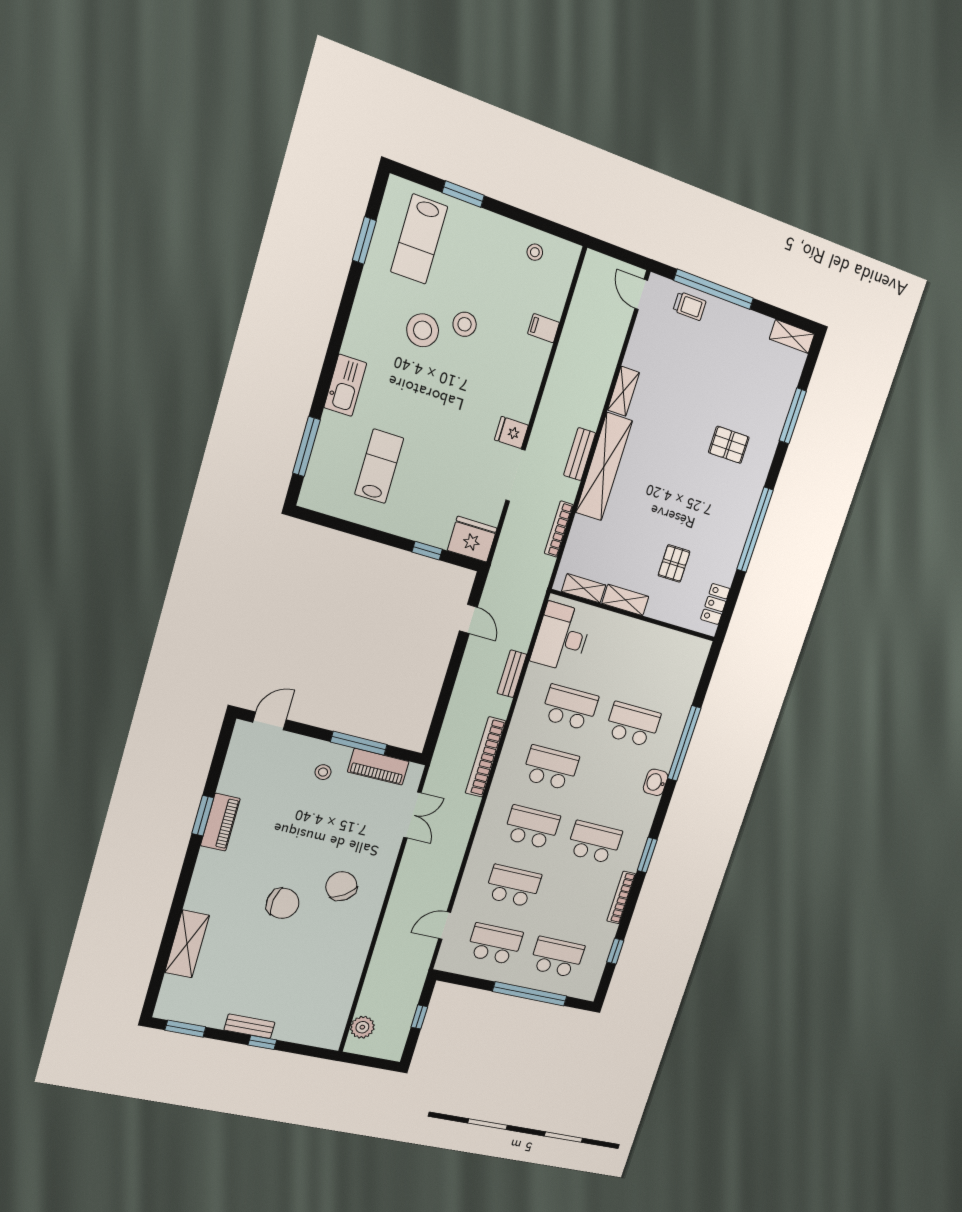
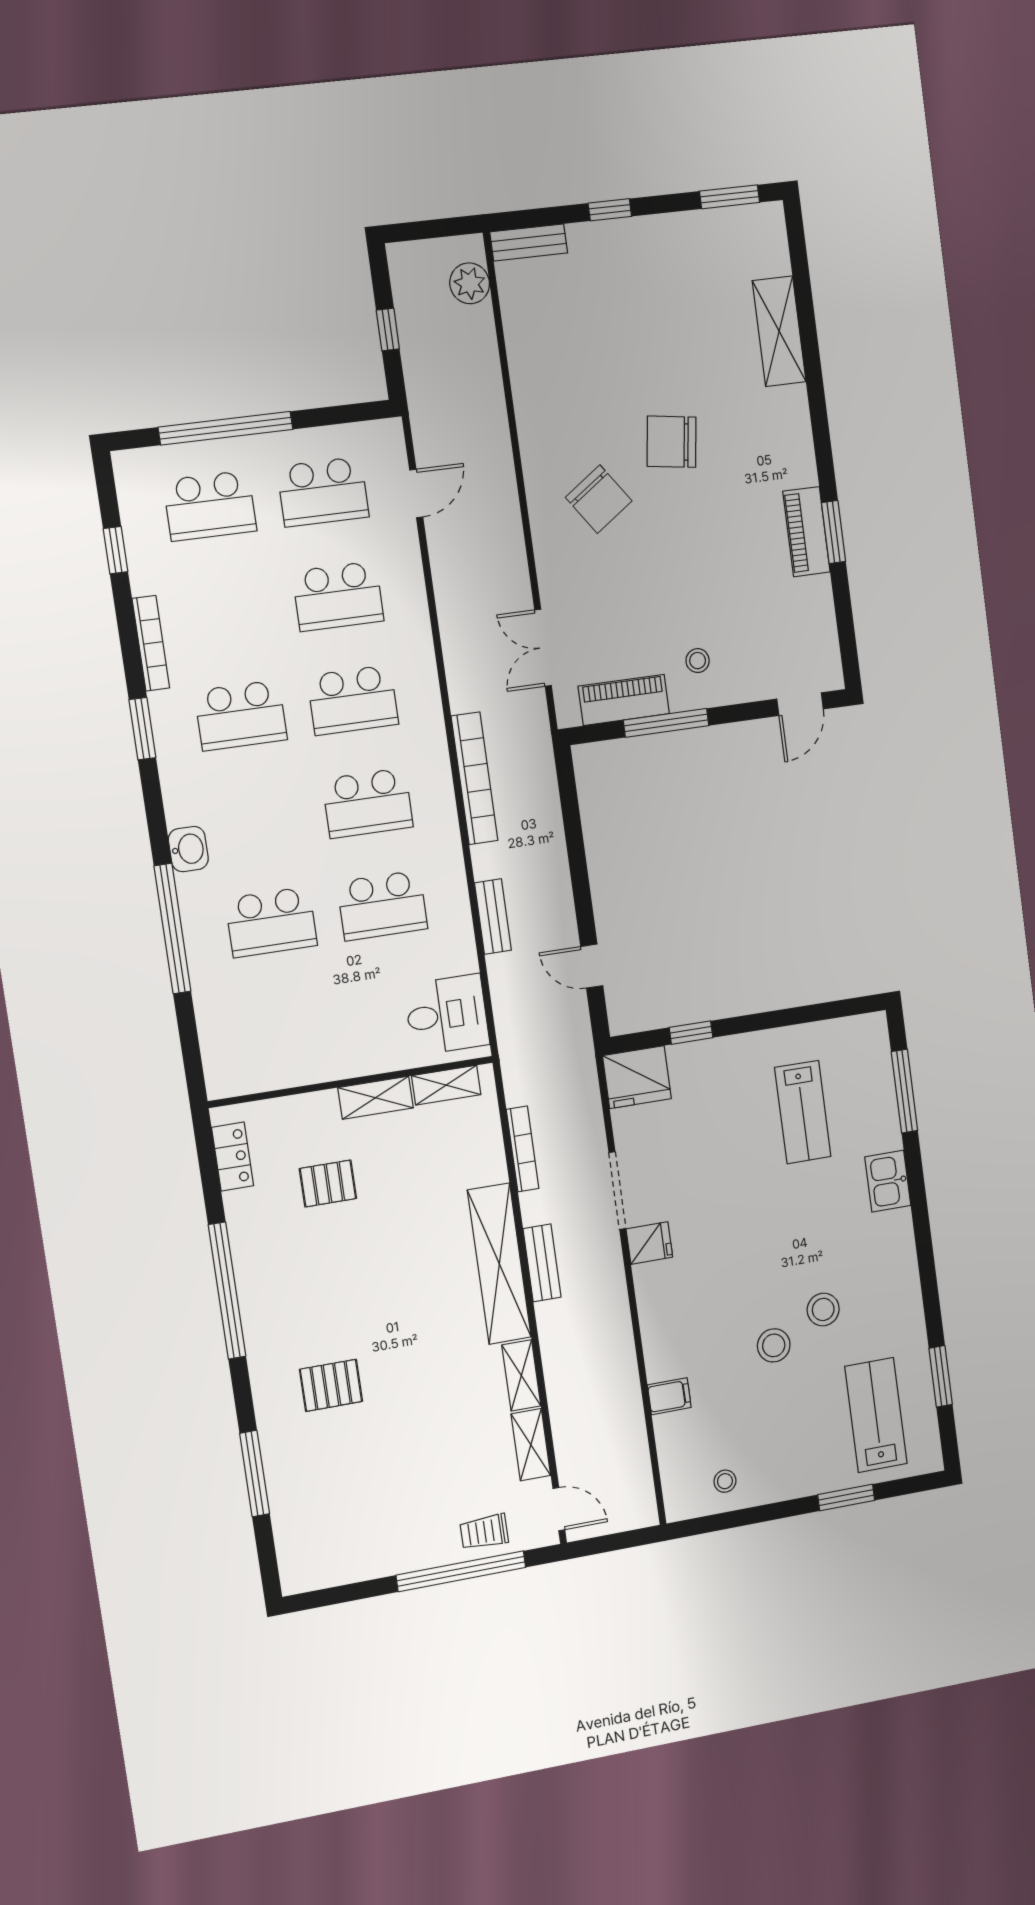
stool: (423, 330) -> (823, 1309), width x0.73, depth x0.73
shelving: (792, 336) -> (531, 1445), moved, turned 90
kitchen sink: (345, 385) -> (888, 1181), width x0.73
pallet: (674, 563) -> (328, 1183), turned 90
desk: (562, 637) -> (447, 1015), width x0.73
bench: (249, 1026) -> (529, 242), moved

